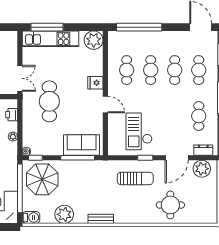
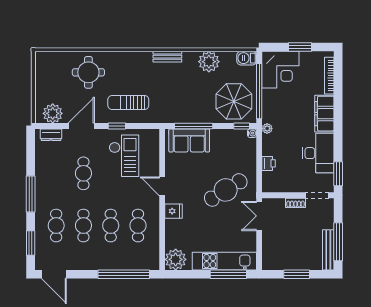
cafe table: (49, 101) -> (226, 190), turned 58
printer: (12, 115) -> (268, 163), moved
cafe table: (199, 116) -> (83, 173), moved
plant: (13, 137) -> (267, 128), moved

